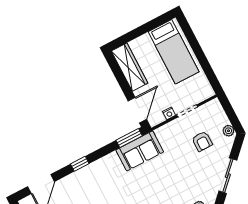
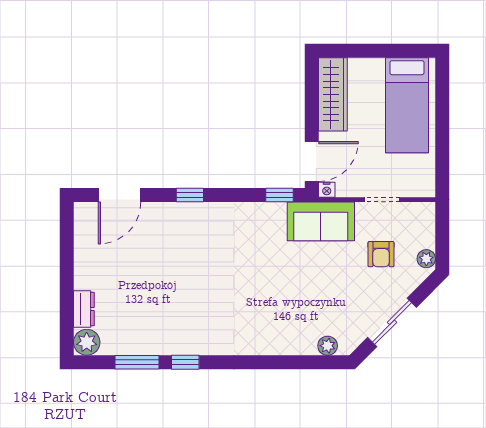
nightstand: (169, 113) -> (327, 190), moved
window: (129, 138) -> (279, 195), width x0.67
sofa: (140, 151) -> (321, 221), moved

